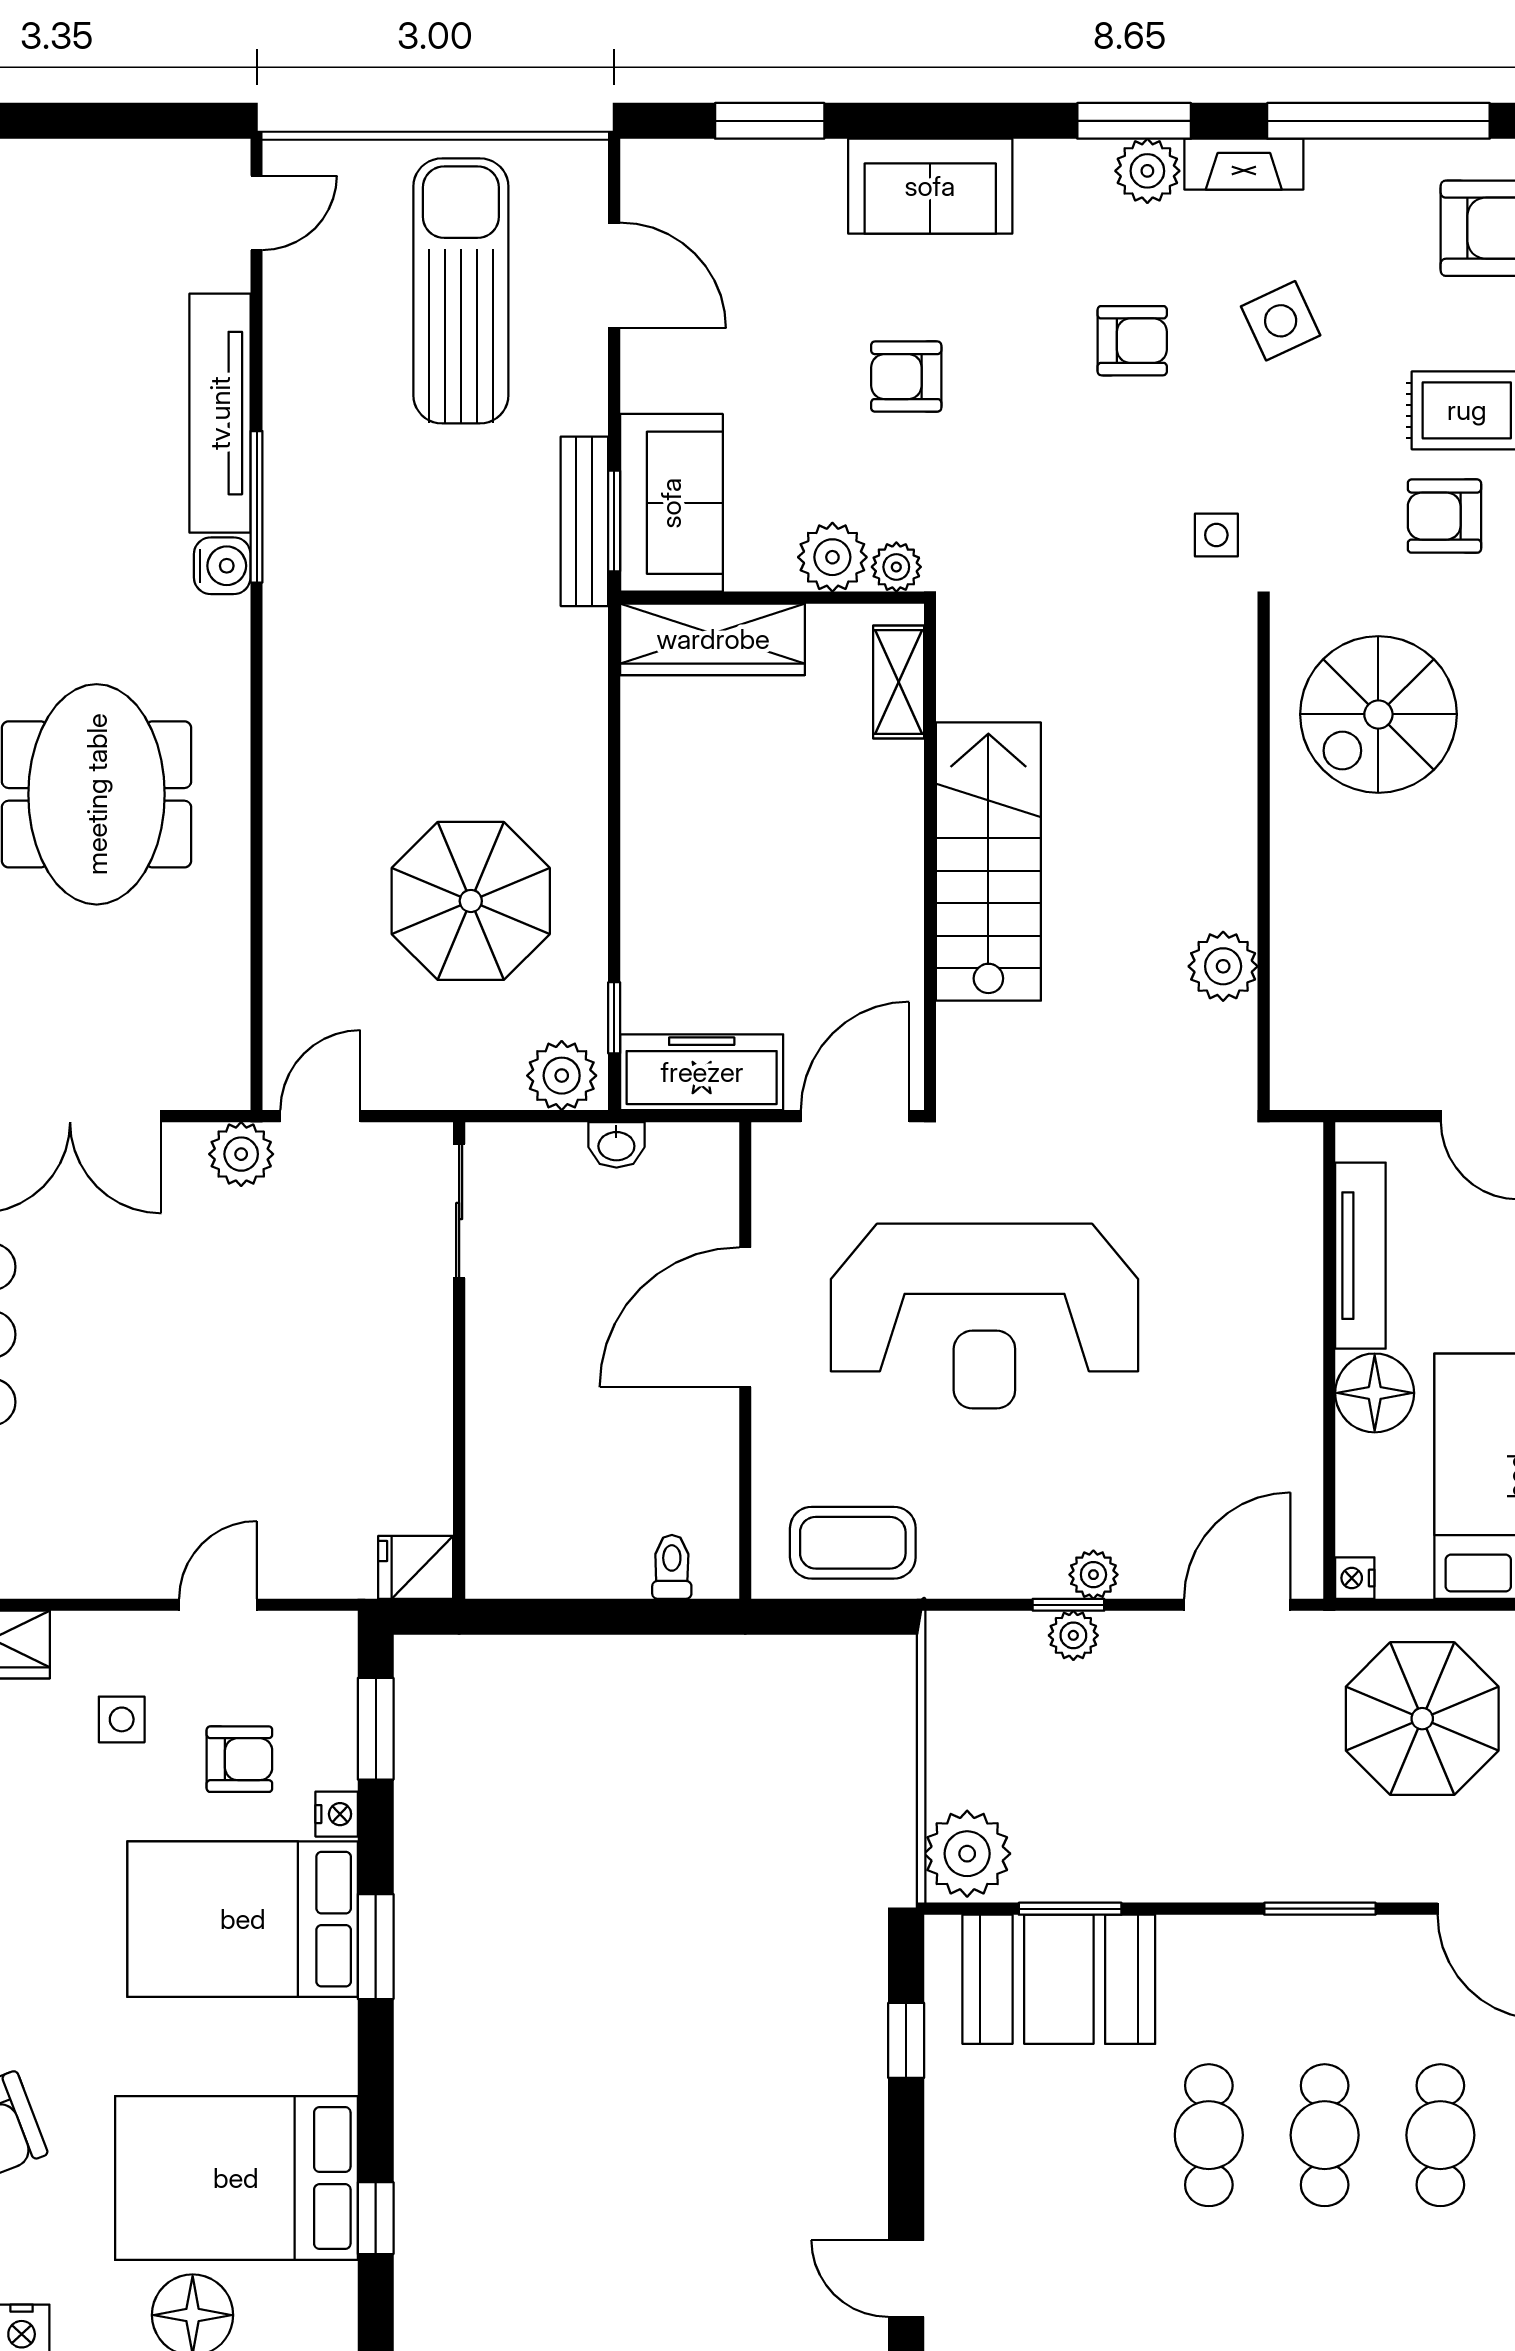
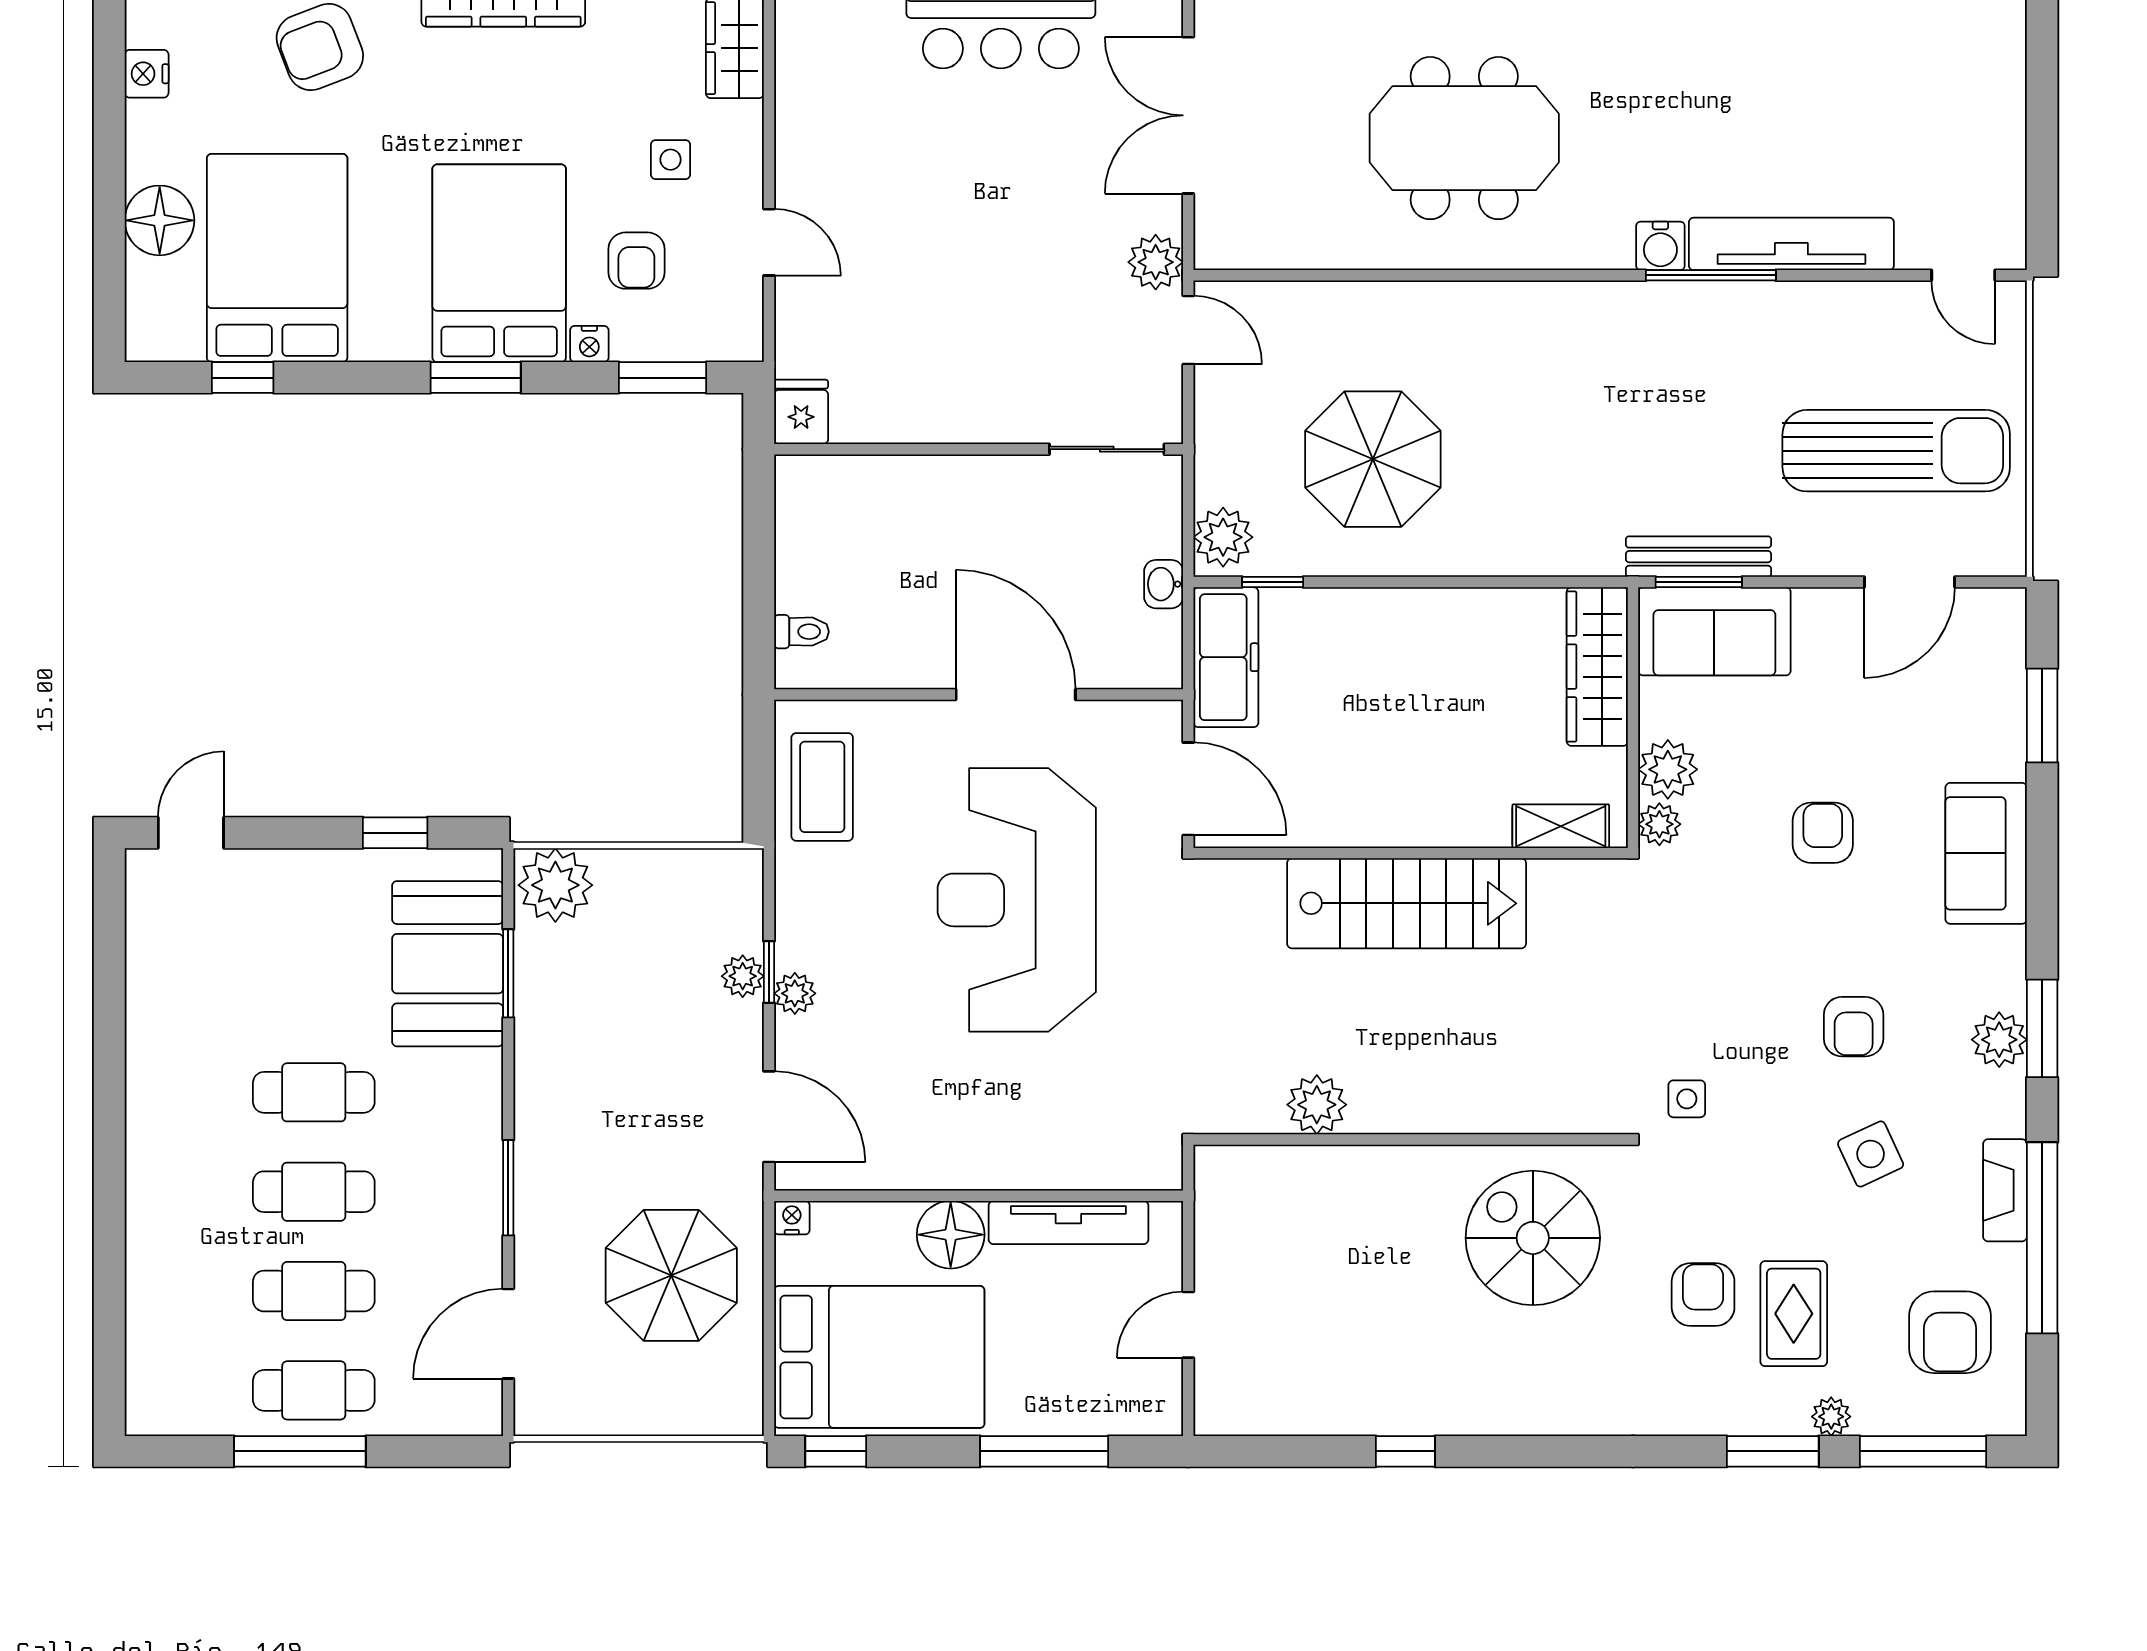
fireplace: (1244, 164) -> (2005, 1190), moved

